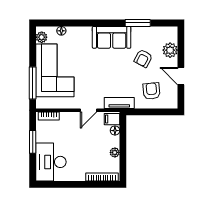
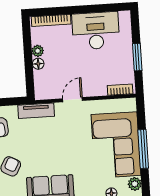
window: (33, 83) -> (143, 149), moved
filing cabinet: (112, 119) -> (44, 91), removed
floor lamp: (115, 131) -> (38, 64), moved
desk: (51, 162) -> (96, 31), moved, turned -90

